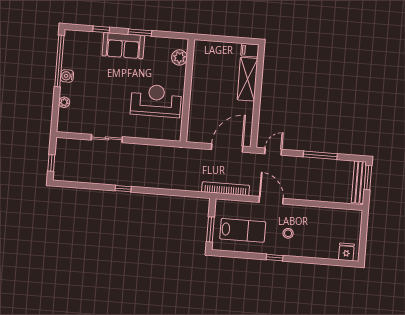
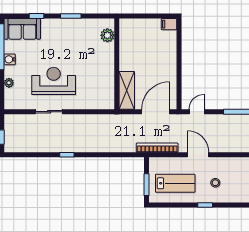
sofa: (123, 46) -> (22, 29), moved
shelving: (248, 79) -> (127, 90), moved
reception desk: (156, 101) -> (54, 81), moved

